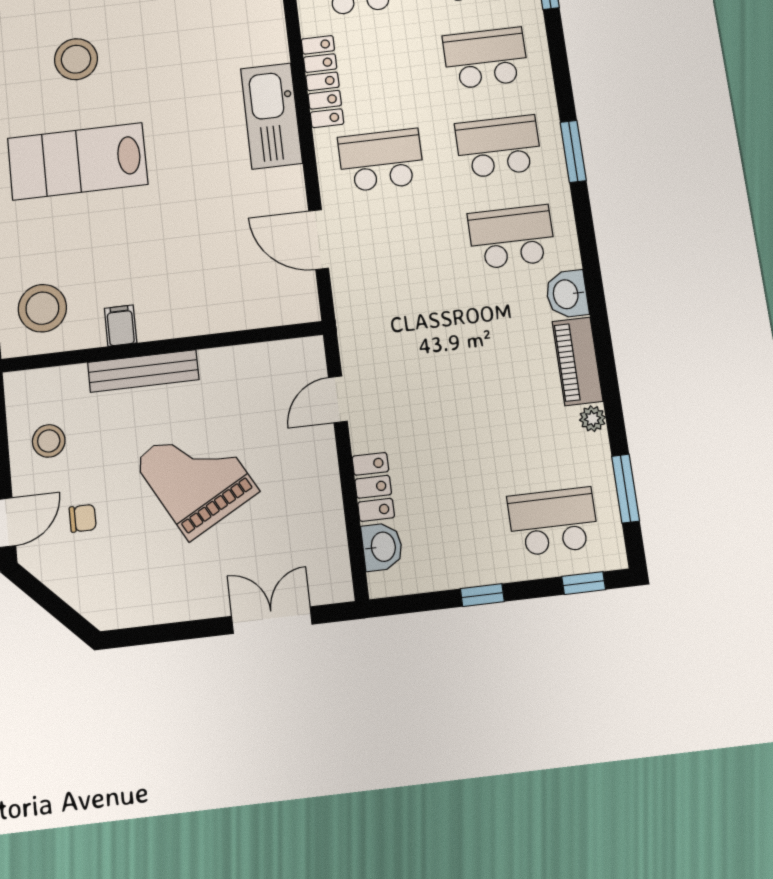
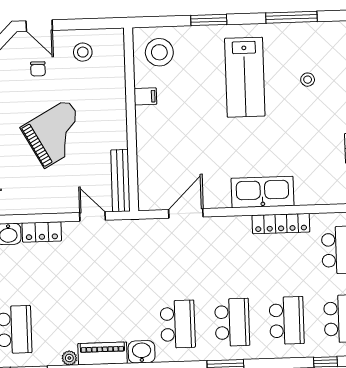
stool: (76, 59) -> (308, 80), width x0.53, depth x0.53
school desk: (381, 160) -> (230, 254), removed
lab bench: (78, 161) -> (245, 77), turned 180
bench: (143, 371) -> (120, 181), moved

